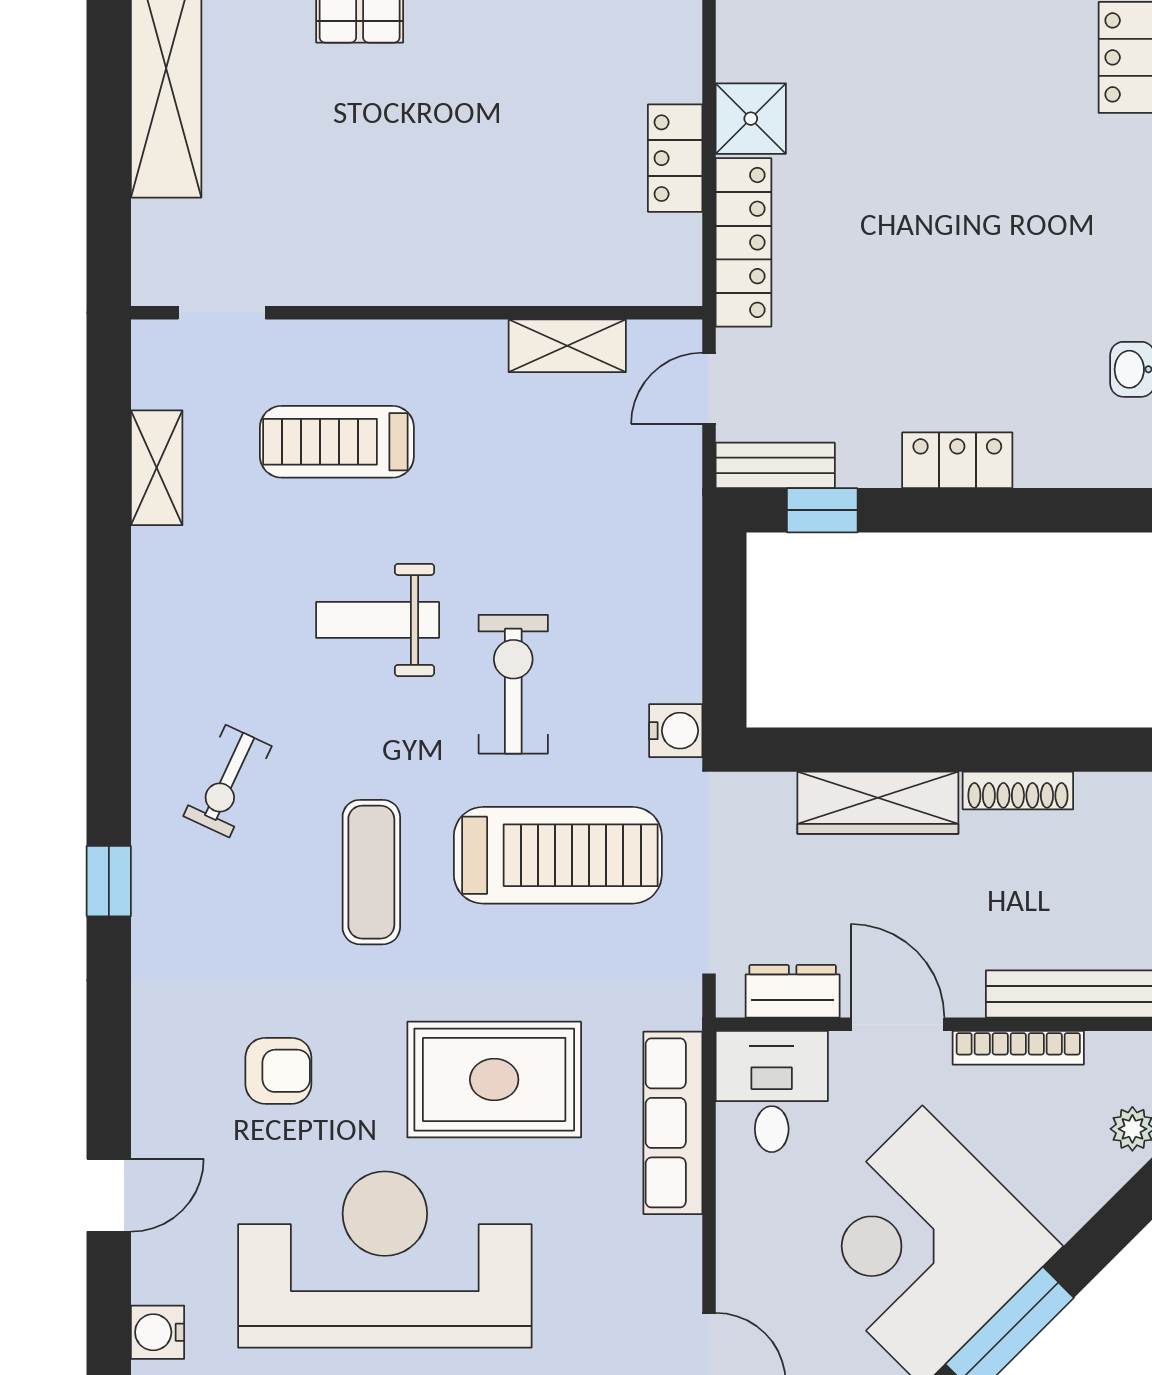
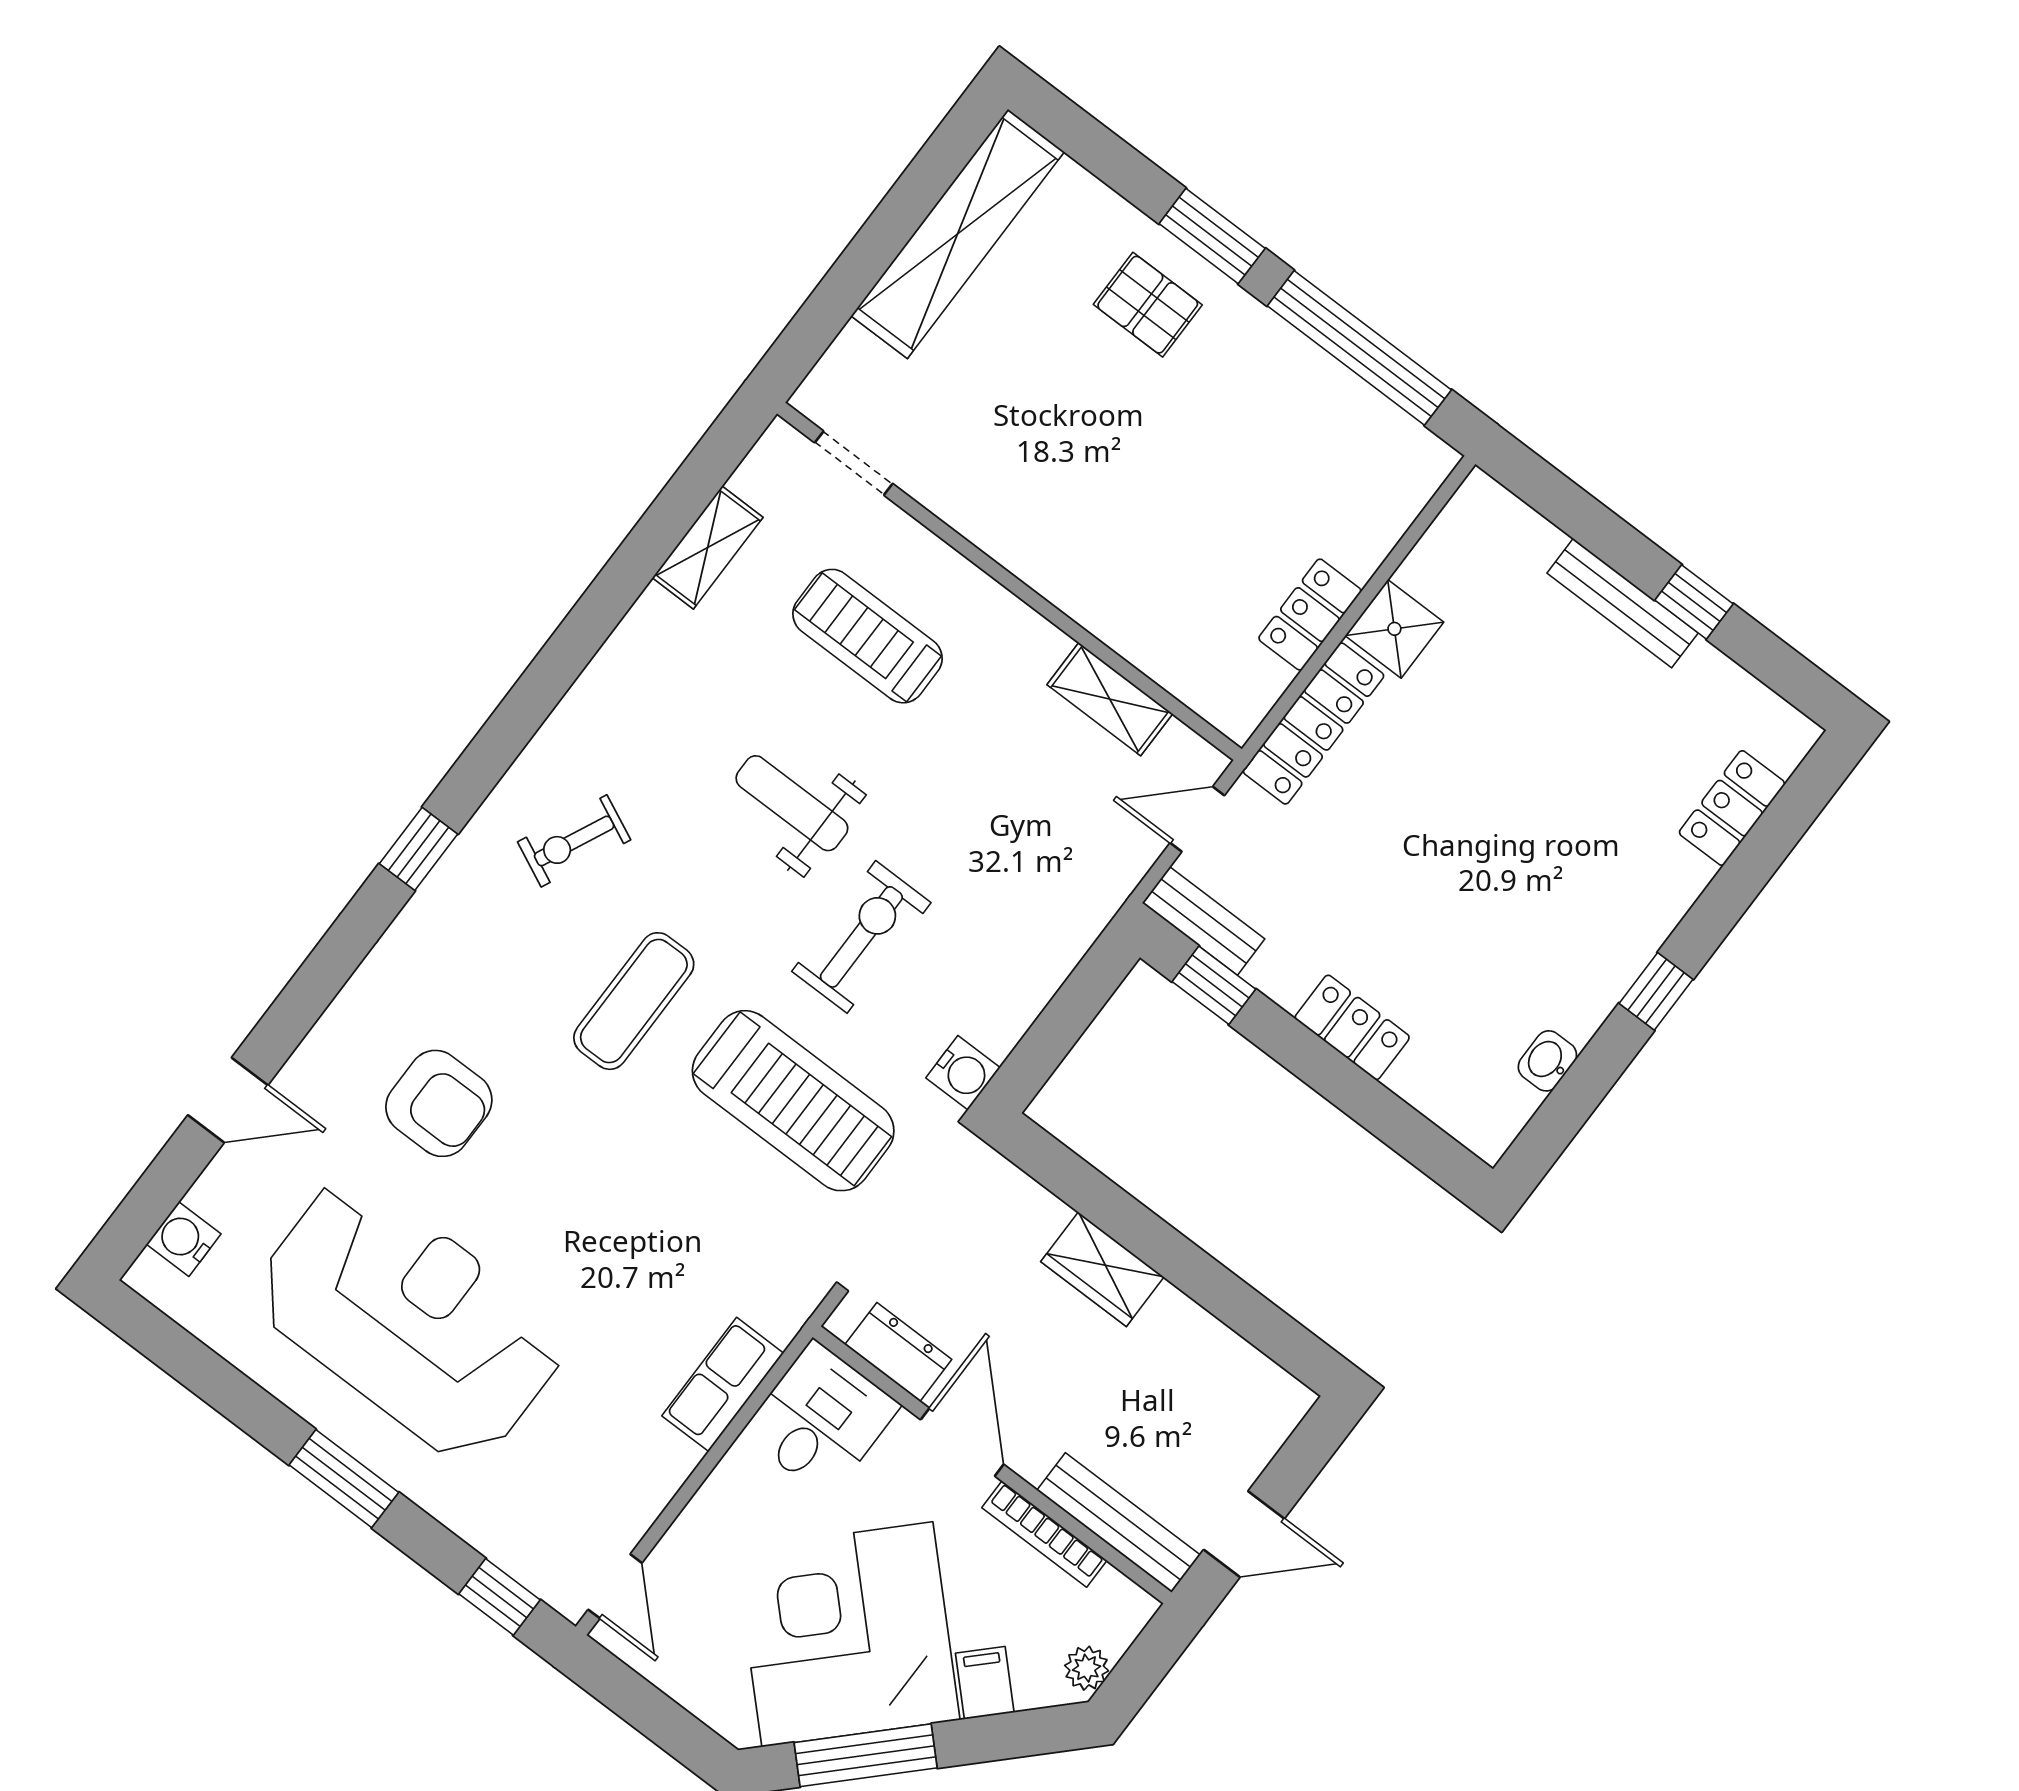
shoe rack: (1018, 791) -> (1200, 1328), removed
wardrobe: (878, 803) -> (1102, 1269), width x0.67
armchair: (278, 1071) -> (439, 1103), width x1.38, depth x1.38
rug: (494, 1080) -> (606, 1241), removed
row of seats: (673, 1123) -> (723, 1384), width x0.68
filing cabinet: (1061, 1202) -> (985, 1683), added

